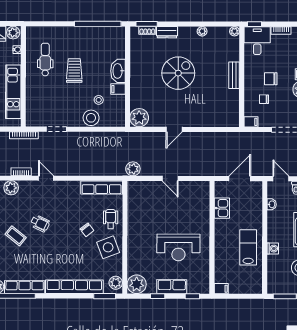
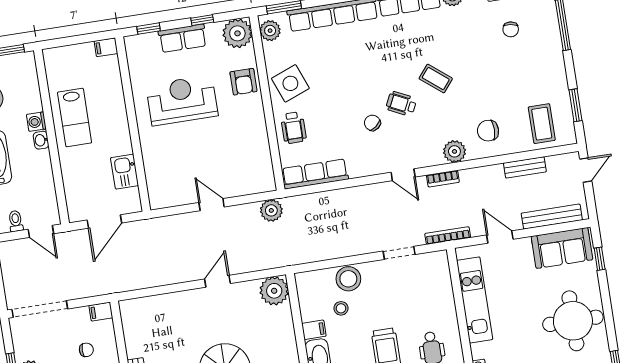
washbasin: (272, 204) -> (41, 140), moved
chair: (87, 230) -> (372, 123), moved
armchair: (138, 253) -> (243, 82), added

